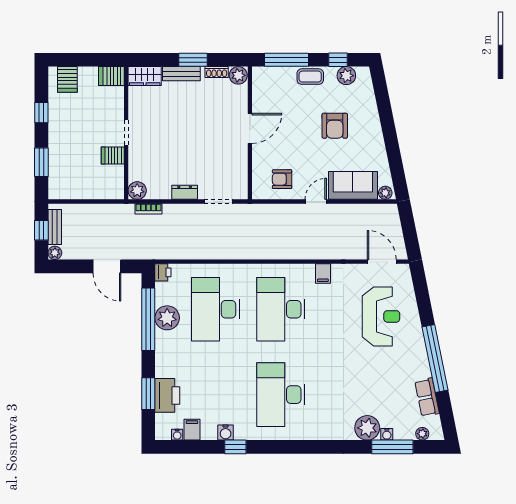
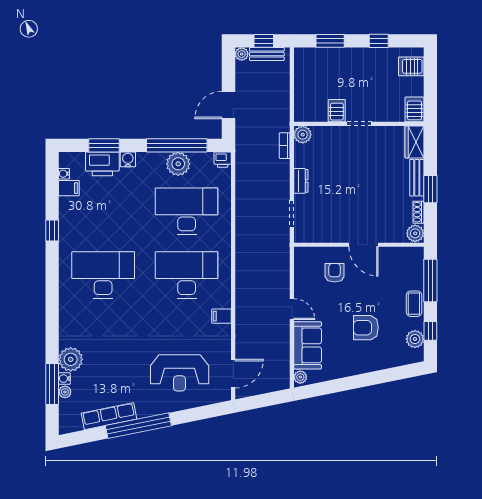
armchair: (282, 179) -> (335, 273), moved
row of seats: (427, 397) -> (109, 416), width x1.48
water cooler: (226, 432) -> (128, 159), moved, turned 90
plant: (422, 434) -> (65, 392), moved

